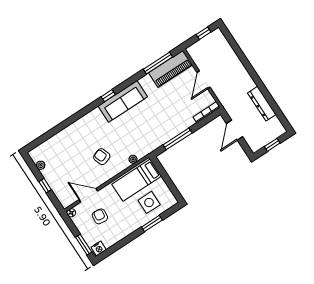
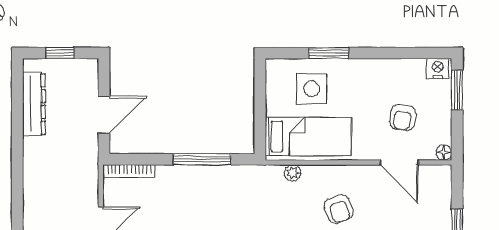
dresser: (262, 104) -> (34, 104), moved

